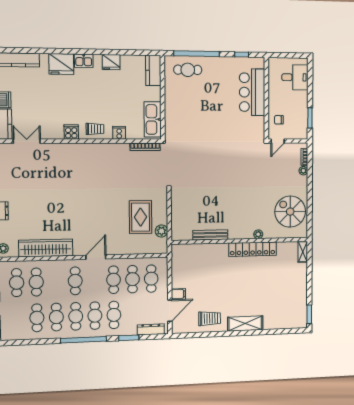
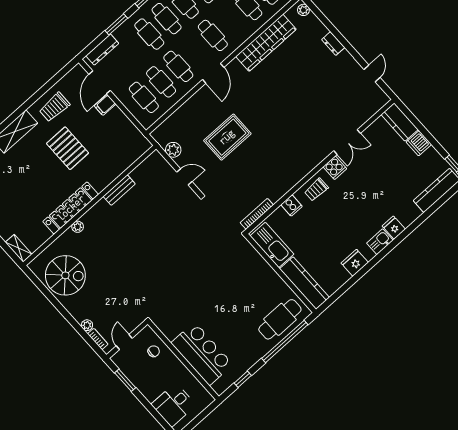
fridge: (61, 64) -> (394, 228), width x0.53, depth x0.75
kitchen counter: (153, 70) -> (305, 283), width x1.50
cafe table: (188, 70) -> (280, 319), width x1.37, depth x1.35
double door: (27, 141) -> (347, 142), moved
door: (278, 141) -> (124, 342), moved
door: (169, 208) -> (184, 177), added
rug: (141, 217) -> (227, 137), moved, turned 90
bench: (210, 235) -> (119, 190), width x0.73
pallet: (223, 287) -> (68, 148), added

